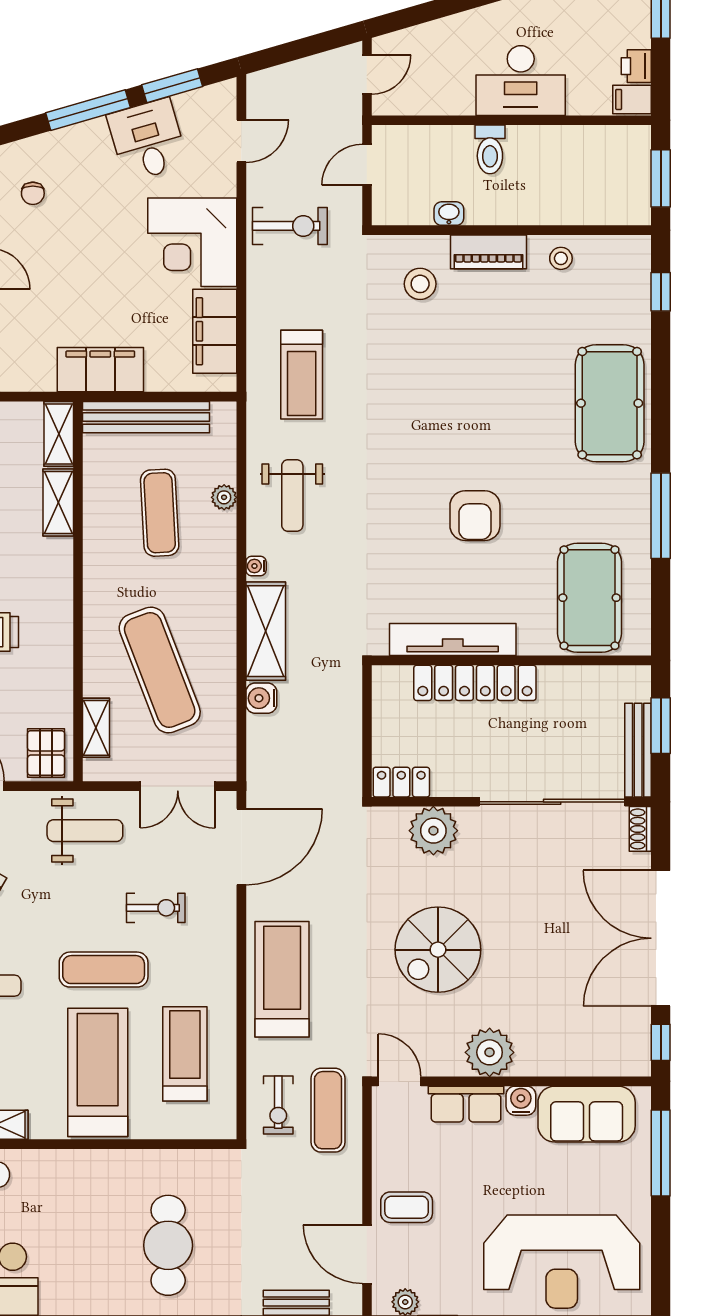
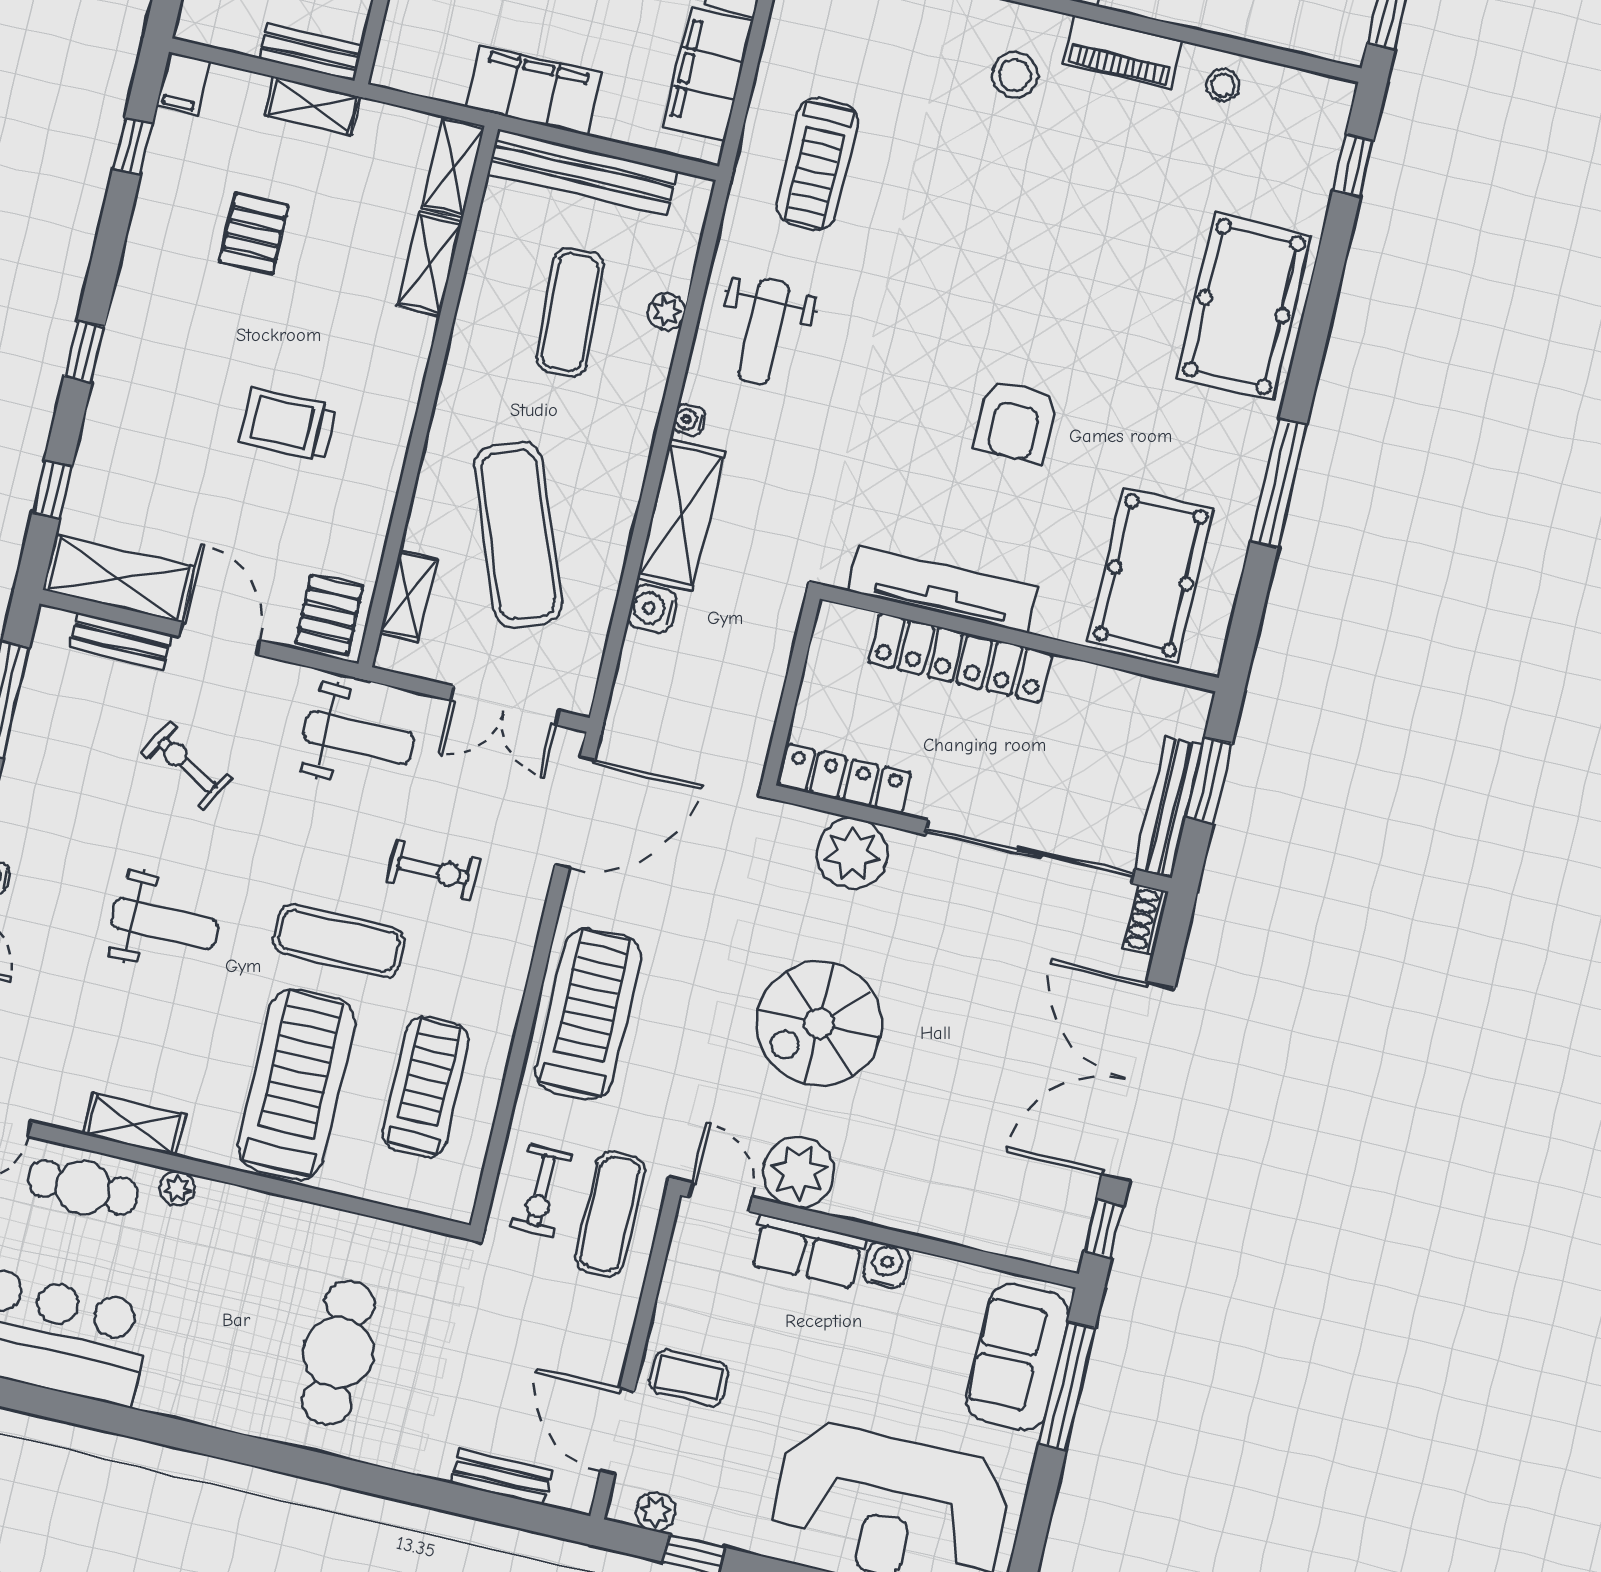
locker: (401, 782) -> (845, 779), width x1.53
plant: (490, 1052) -> (799, 1172), moved
sofa: (587, 1114) -> (1018, 1357), moved, turned 90
plant: (34, 1161) -> (177, 1189), added

